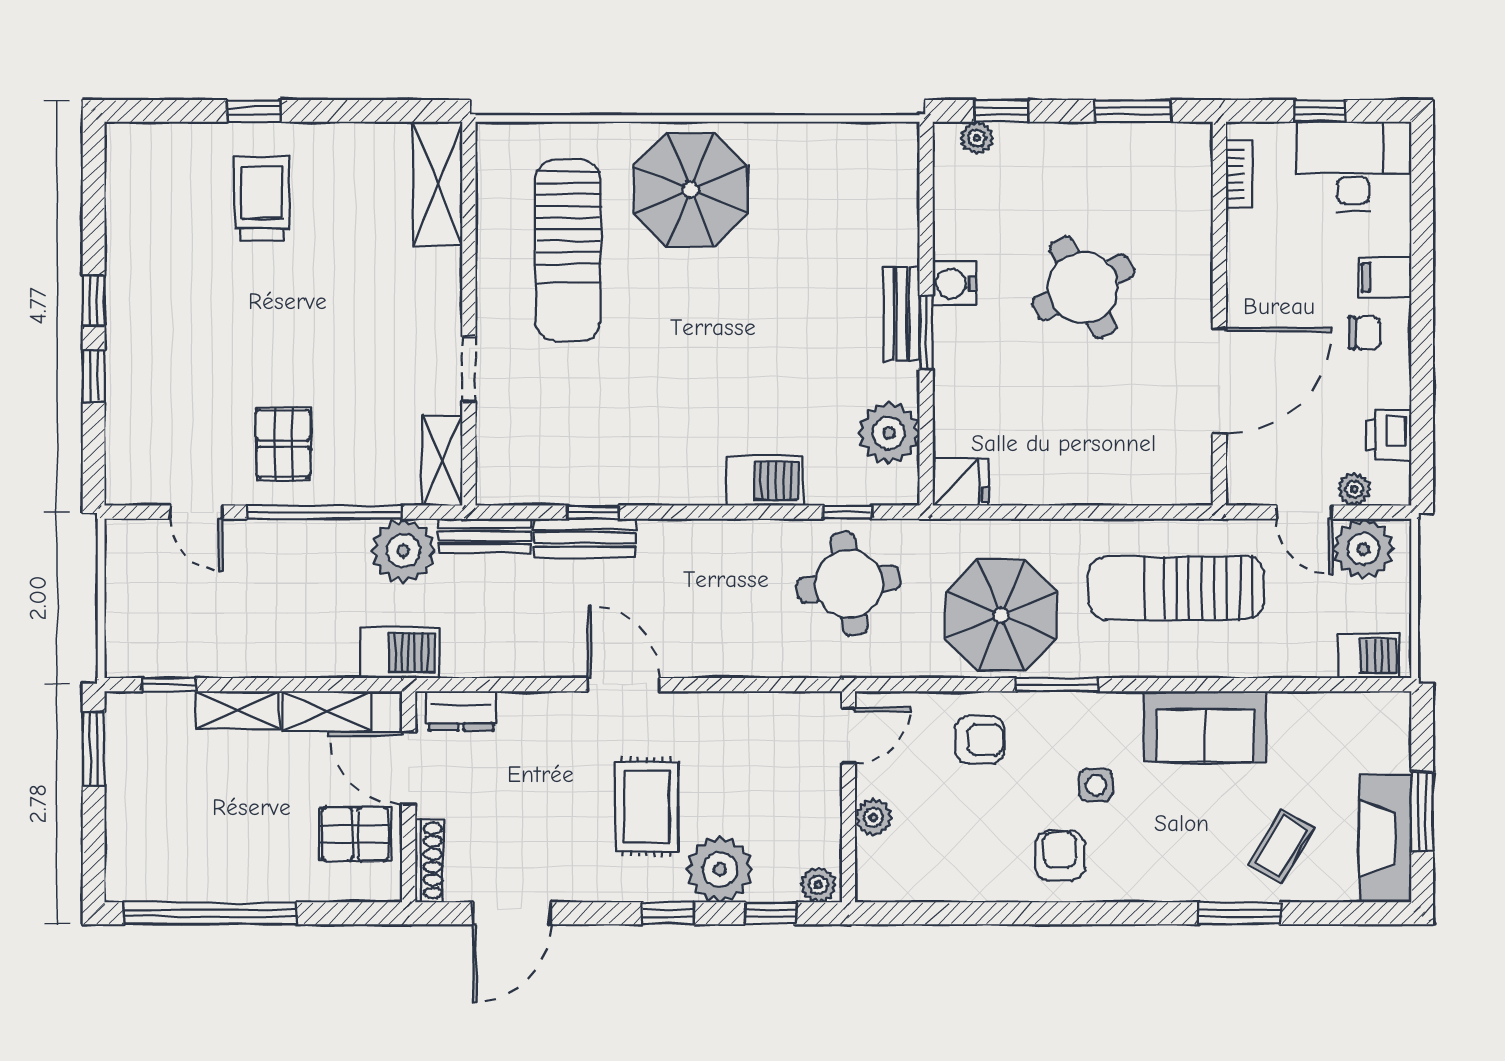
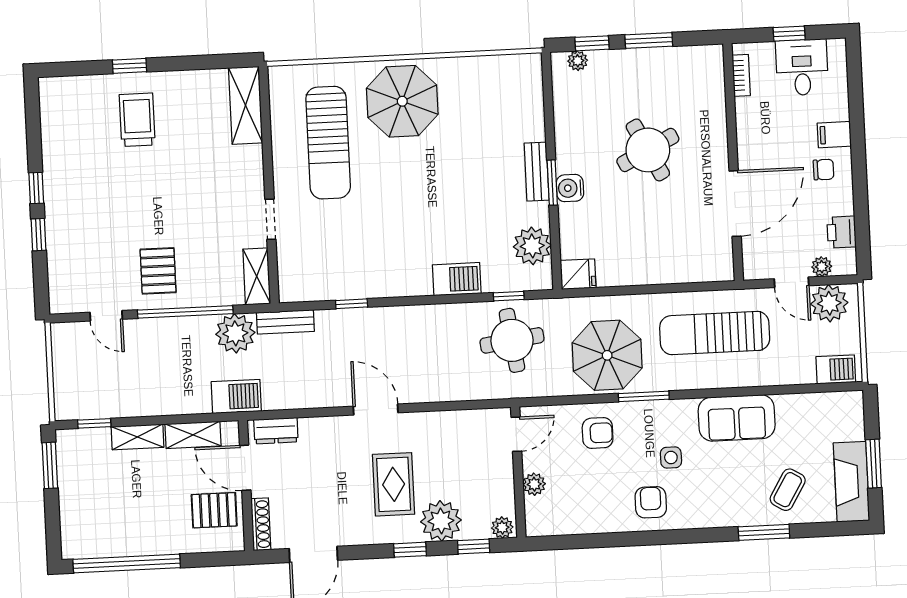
window: (1133, 111) -> (649, 40), moved
desk: (1353, 166) -> (802, 67), width x0.73
water cooler: (954, 284) -> (570, 188), moved
bench: (585, 538) -> (347, 320), removed

